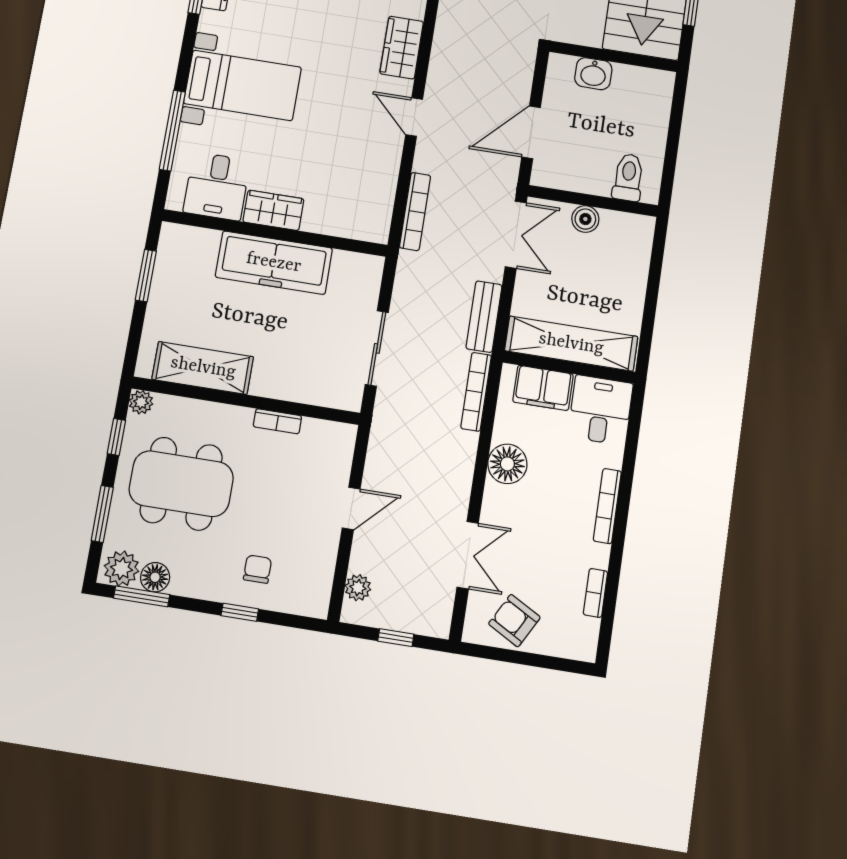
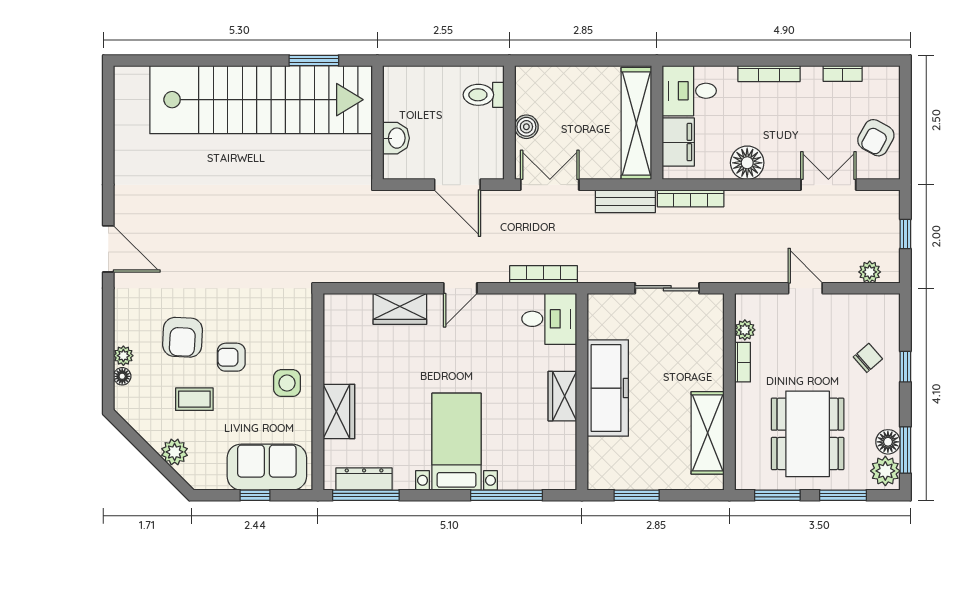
desk: (217, 186) -> (549, 319), moved
plant: (141, 402) -> (745, 330), moved
window: (116, 437) -> (777, 495), width x1.50
chair: (258, 569) -> (868, 358), turned 139

